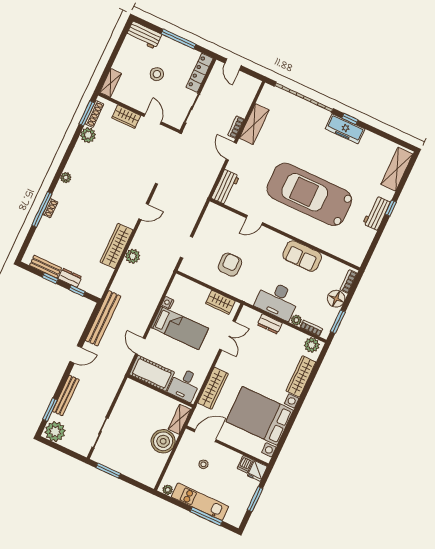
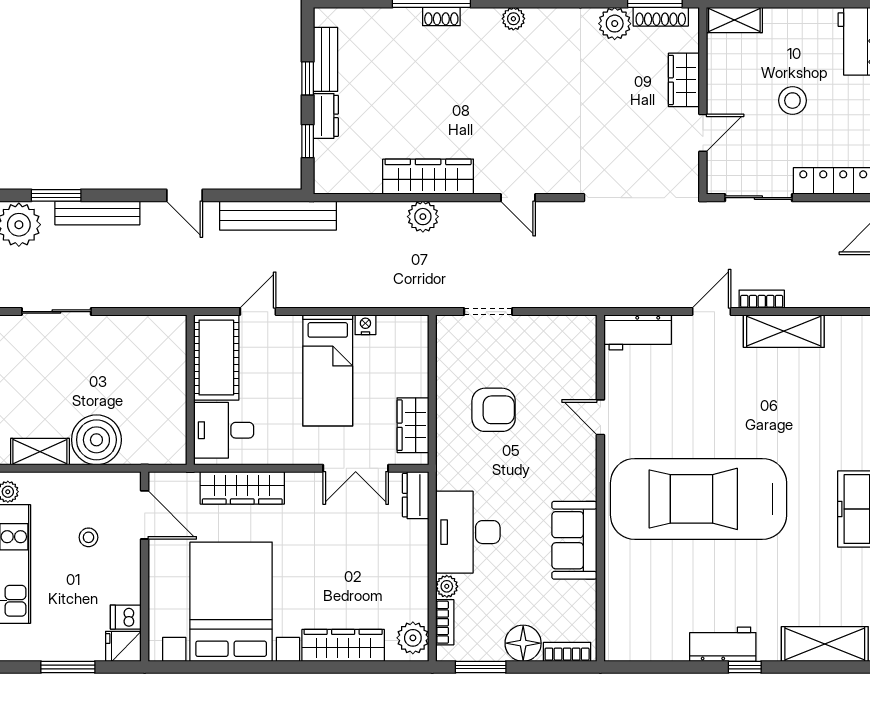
car: (309, 194) -> (699, 499), turned -90
dresser: (270, 324) -> (416, 495), moved
shelving: (180, 419) -> (40, 452), moved

